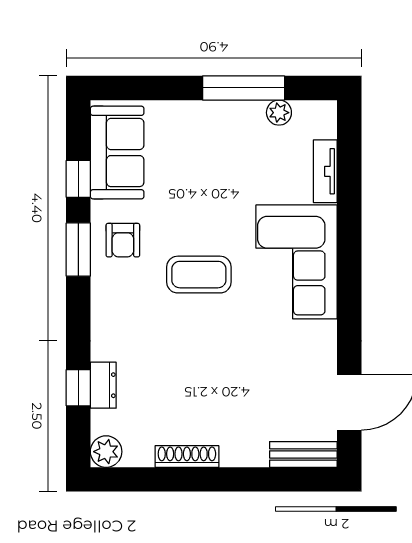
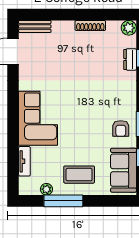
armchair: (123, 240) -> (121, 129), turned 180
coffee table: (199, 275) -> (79, 175), moved

